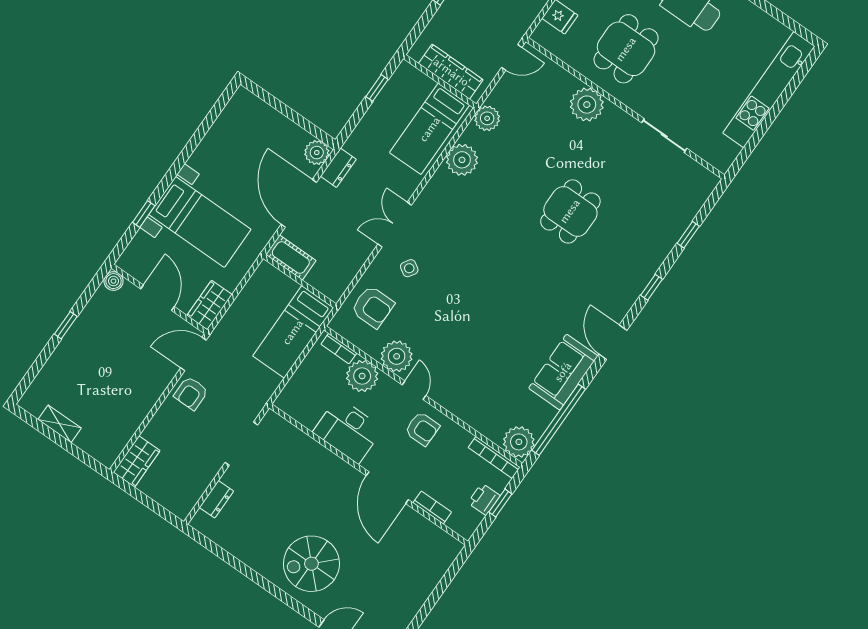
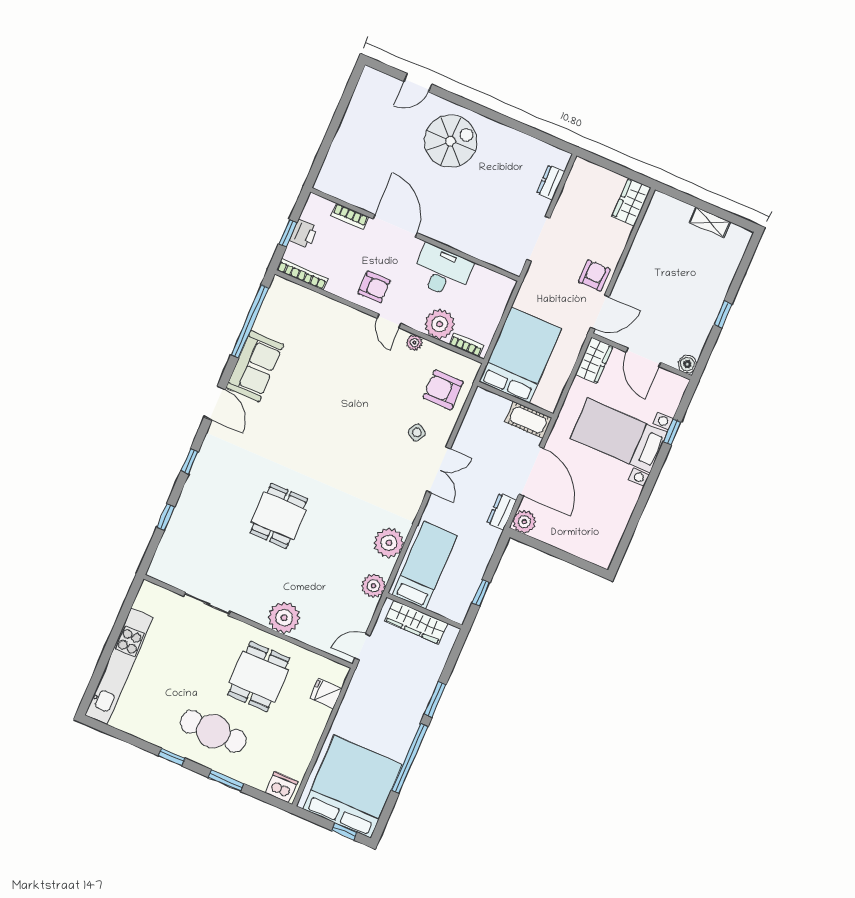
bed: (293, 332) -> (520, 355), width x1.50
plant: (397, 356) -> (414, 343), width x0.53, depth x0.53
armchair: (422, 429) -> (374, 287), turned 180
plant: (519, 442) -> (282, 293), removed

